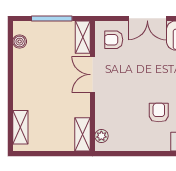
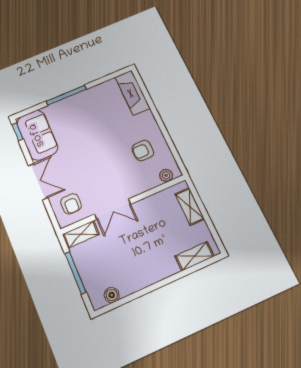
armchair: (159, 113) -> (143, 151), moved
shelving: (82, 134) -> (190, 206), moved, turned 90

